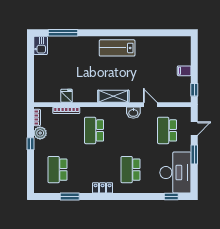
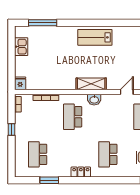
kitchen sink: (41, 45) -> (21, 47), moved
fridge: (67, 96) -> (20, 83), moved
door: (150, 105) -> (127, 92), hinge flipped
washbasin: (133, 113) -> (94, 100), moved
plant: (40, 133) -> (21, 119), removed

